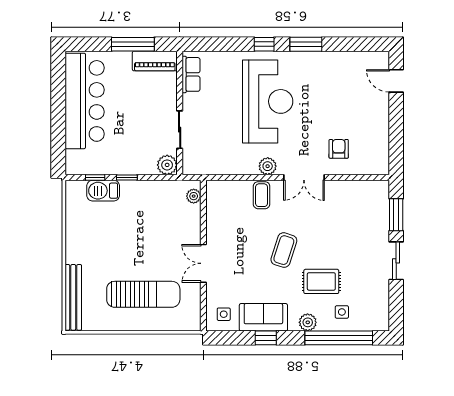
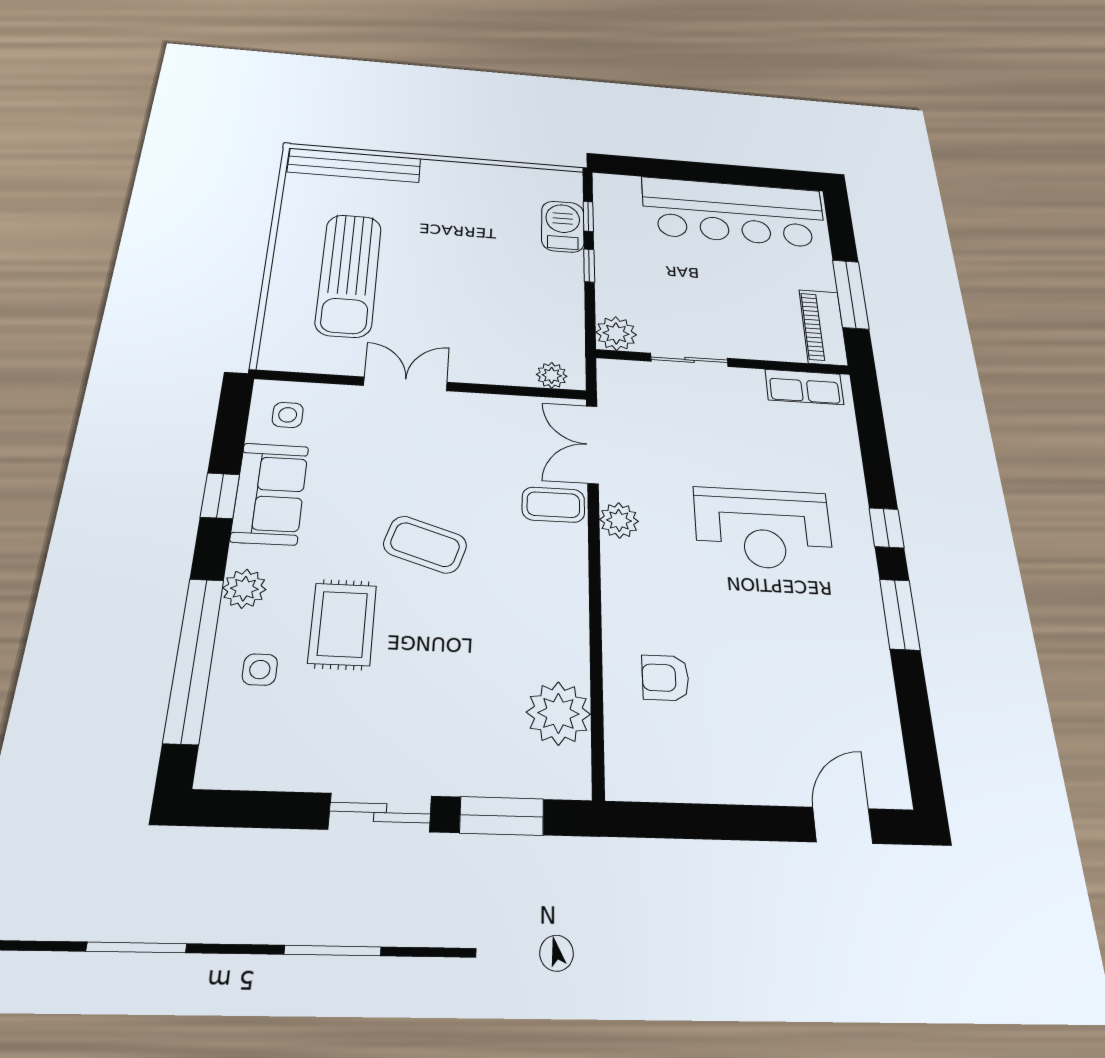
reception desk: (268, 101) -> (763, 528), width x0.74, depth x0.77
armchair: (339, 149) -> (665, 678), turned 180
double door: (304, 177) -> (592, 444), moved
plant: (355, 193) -> (558, 713), added

